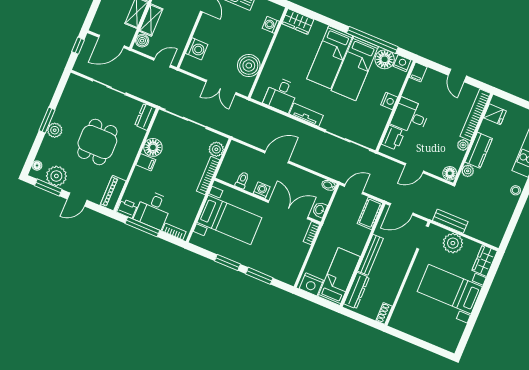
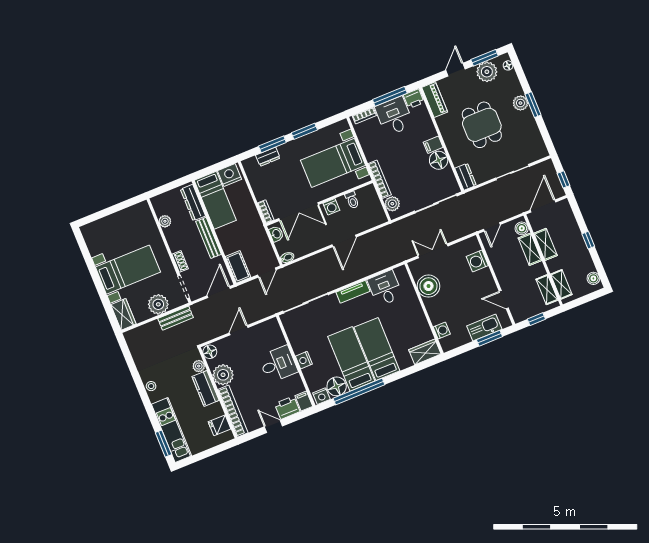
printer: (393, 138) -> (287, 408), moved, turned 90
plant: (463, 145) -> (223, 375), width x1.88, depth x1.88
dresser: (271, 270) -> (268, 157), added
plant: (390, 297) -> (165, 221), added
shoe rack: (384, 313) -> (180, 261), moved

